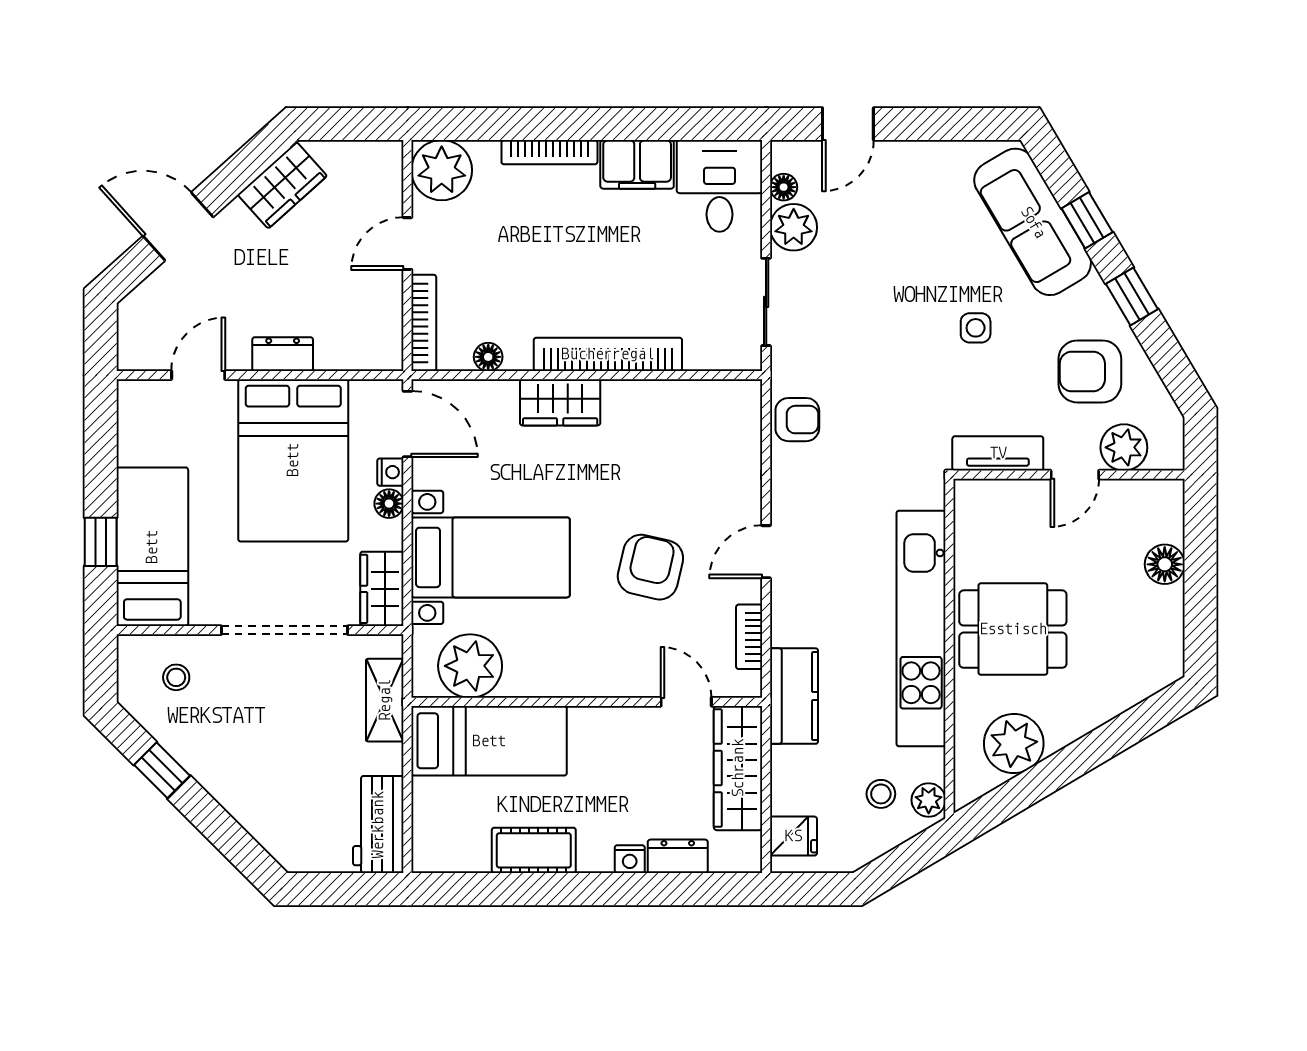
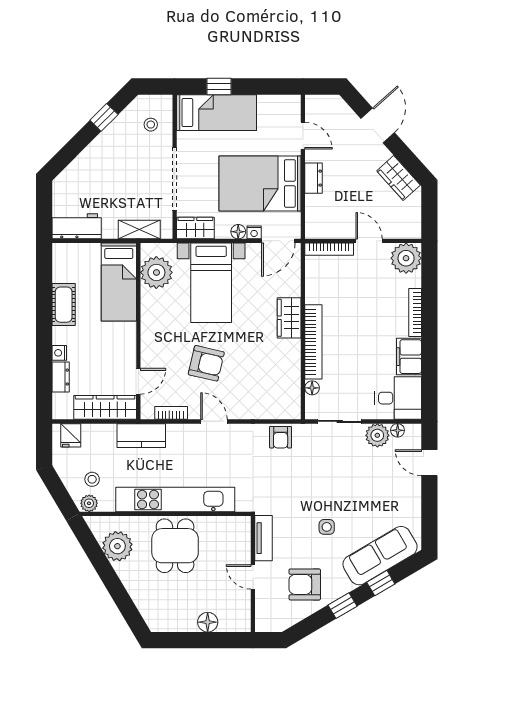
floor lamp: (488, 357) -> (312, 388), moved
armchair: (1090, 371) -> (305, 584), turned -90
plant: (1124, 447) -> (266, 602), removed

